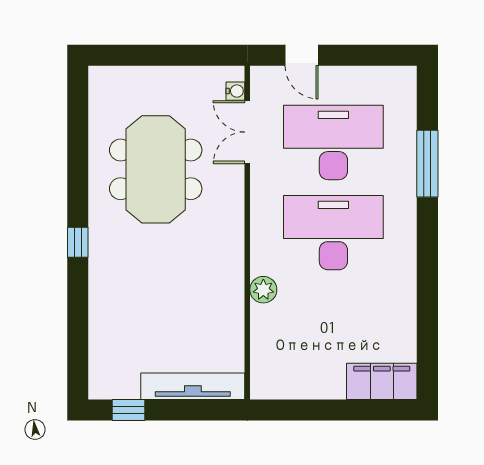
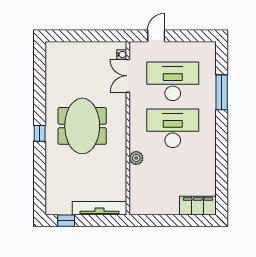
door: (302, 55) -> (156, 36), swing flipped
meeting table: (156, 169) -> (82, 126), moved

